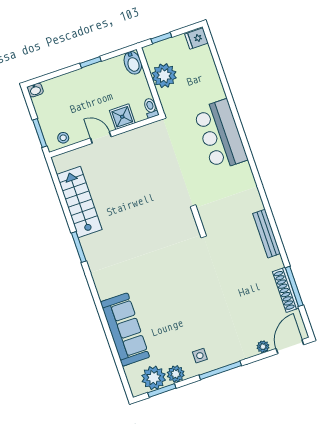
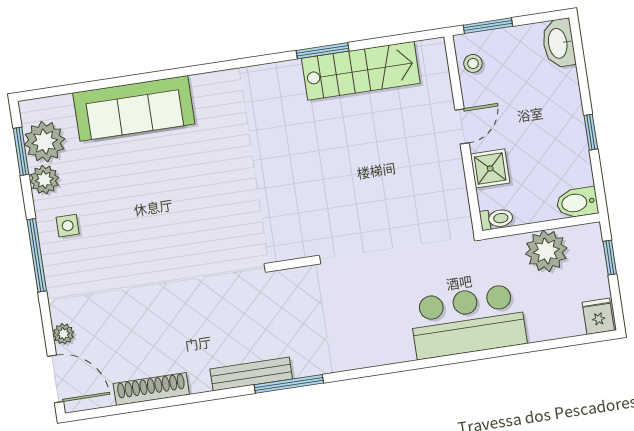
washbasin: (35, 90) -> (559, 43), width x1.91, depth x1.45
bar counter: (221, 135) -> (468, 321), moved
window: (79, 247) -> (323, 51), moved
window: (294, 286) -> (289, 384), moved

